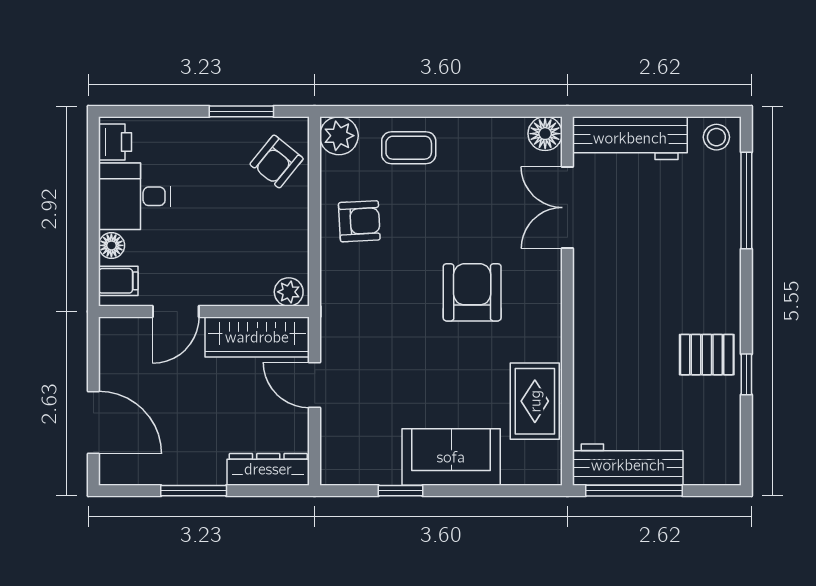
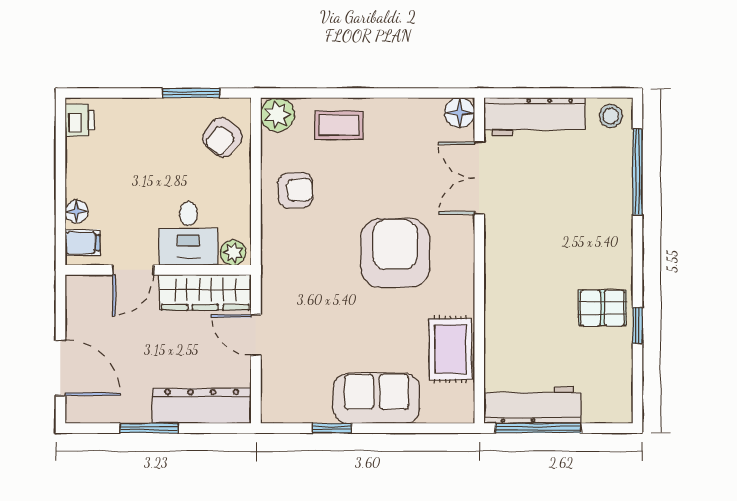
desk: (135, 196) -> (188, 233), moved, turned -90
armchair: (472, 292) -> (395, 253), width x1.36, depth x1.36
dresser: (268, 469) -> (202, 406), width x1.37, depth x1.24

